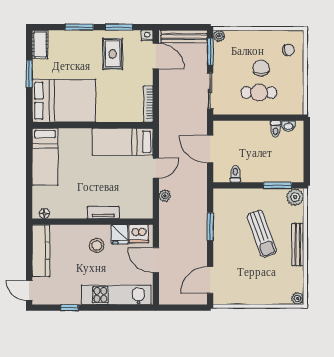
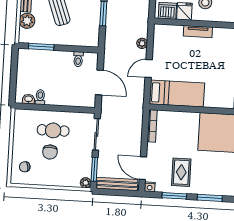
plant: (295, 197) -> (27, 21), moved

